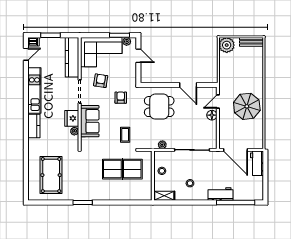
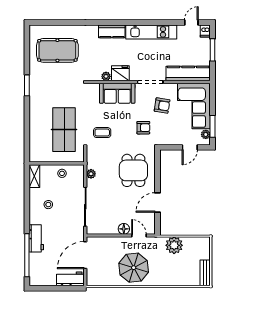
plant: (227, 45) -> (174, 245), moved
door: (26, 54) -> (191, 22), swing flipped

